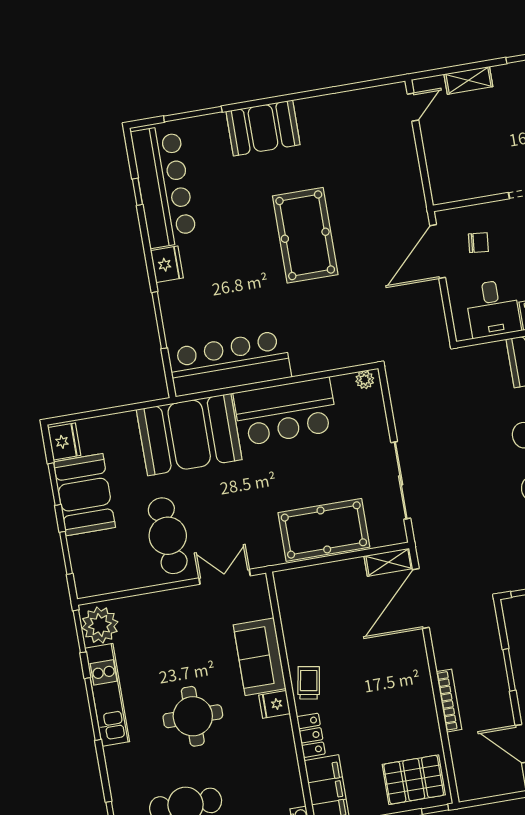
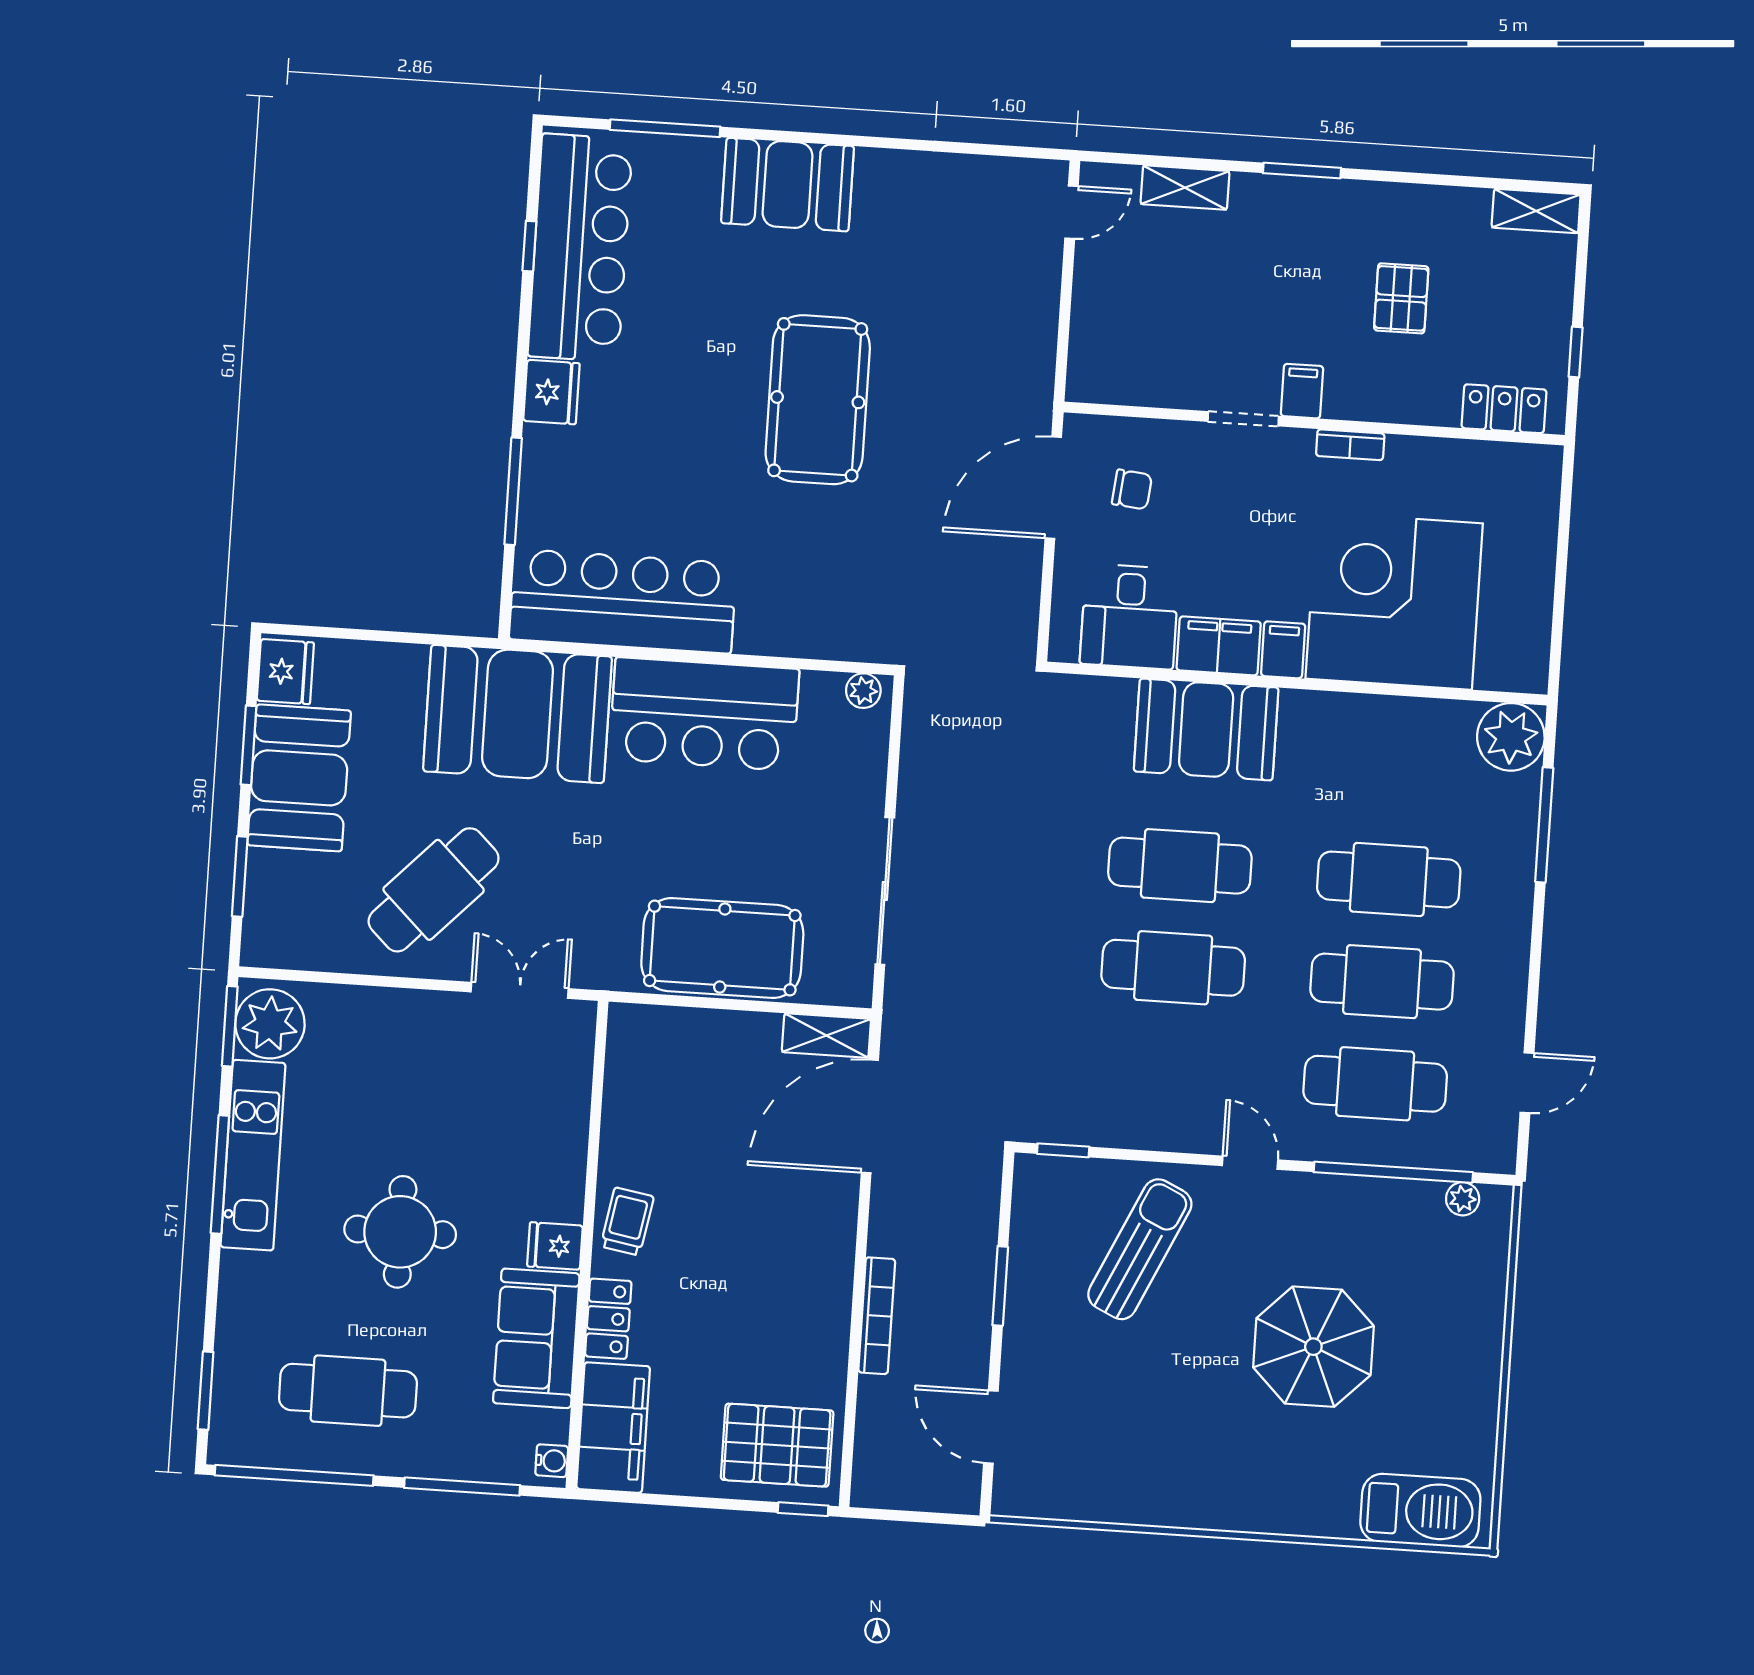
cafe table: (168, 536) -> (434, 890), turned 48
sofa: (260, 657) -> (536, 1338), moved

